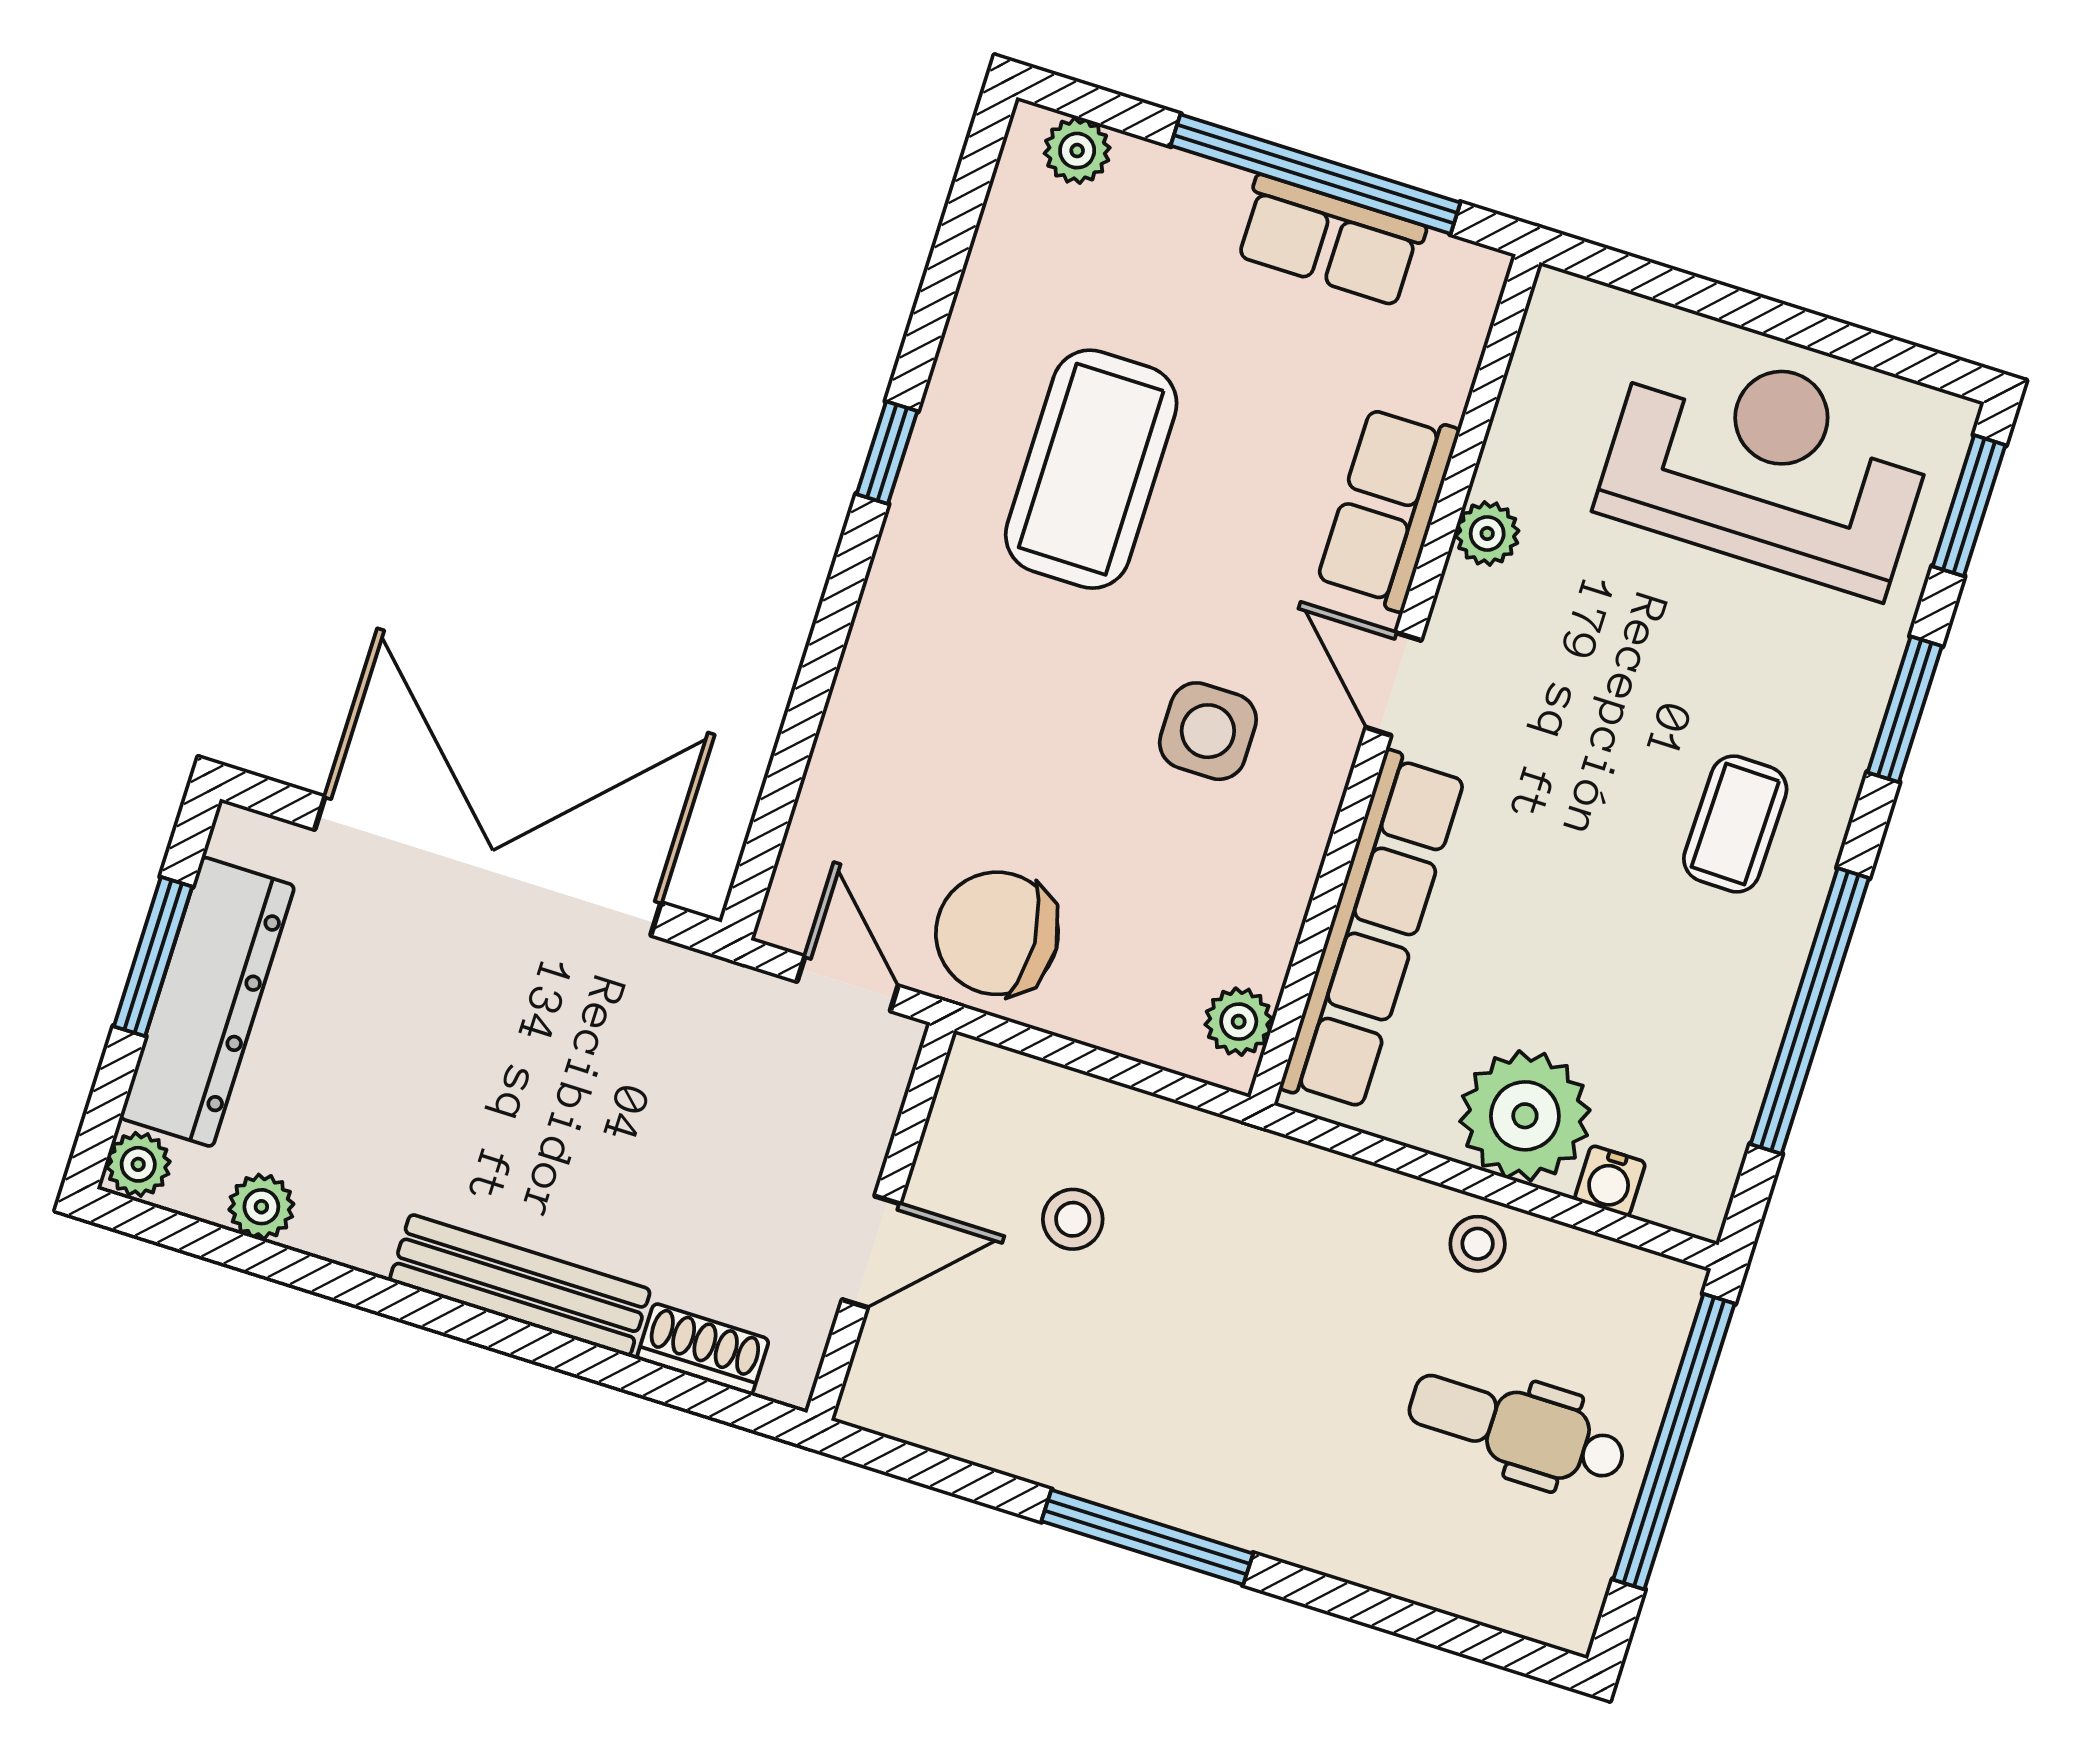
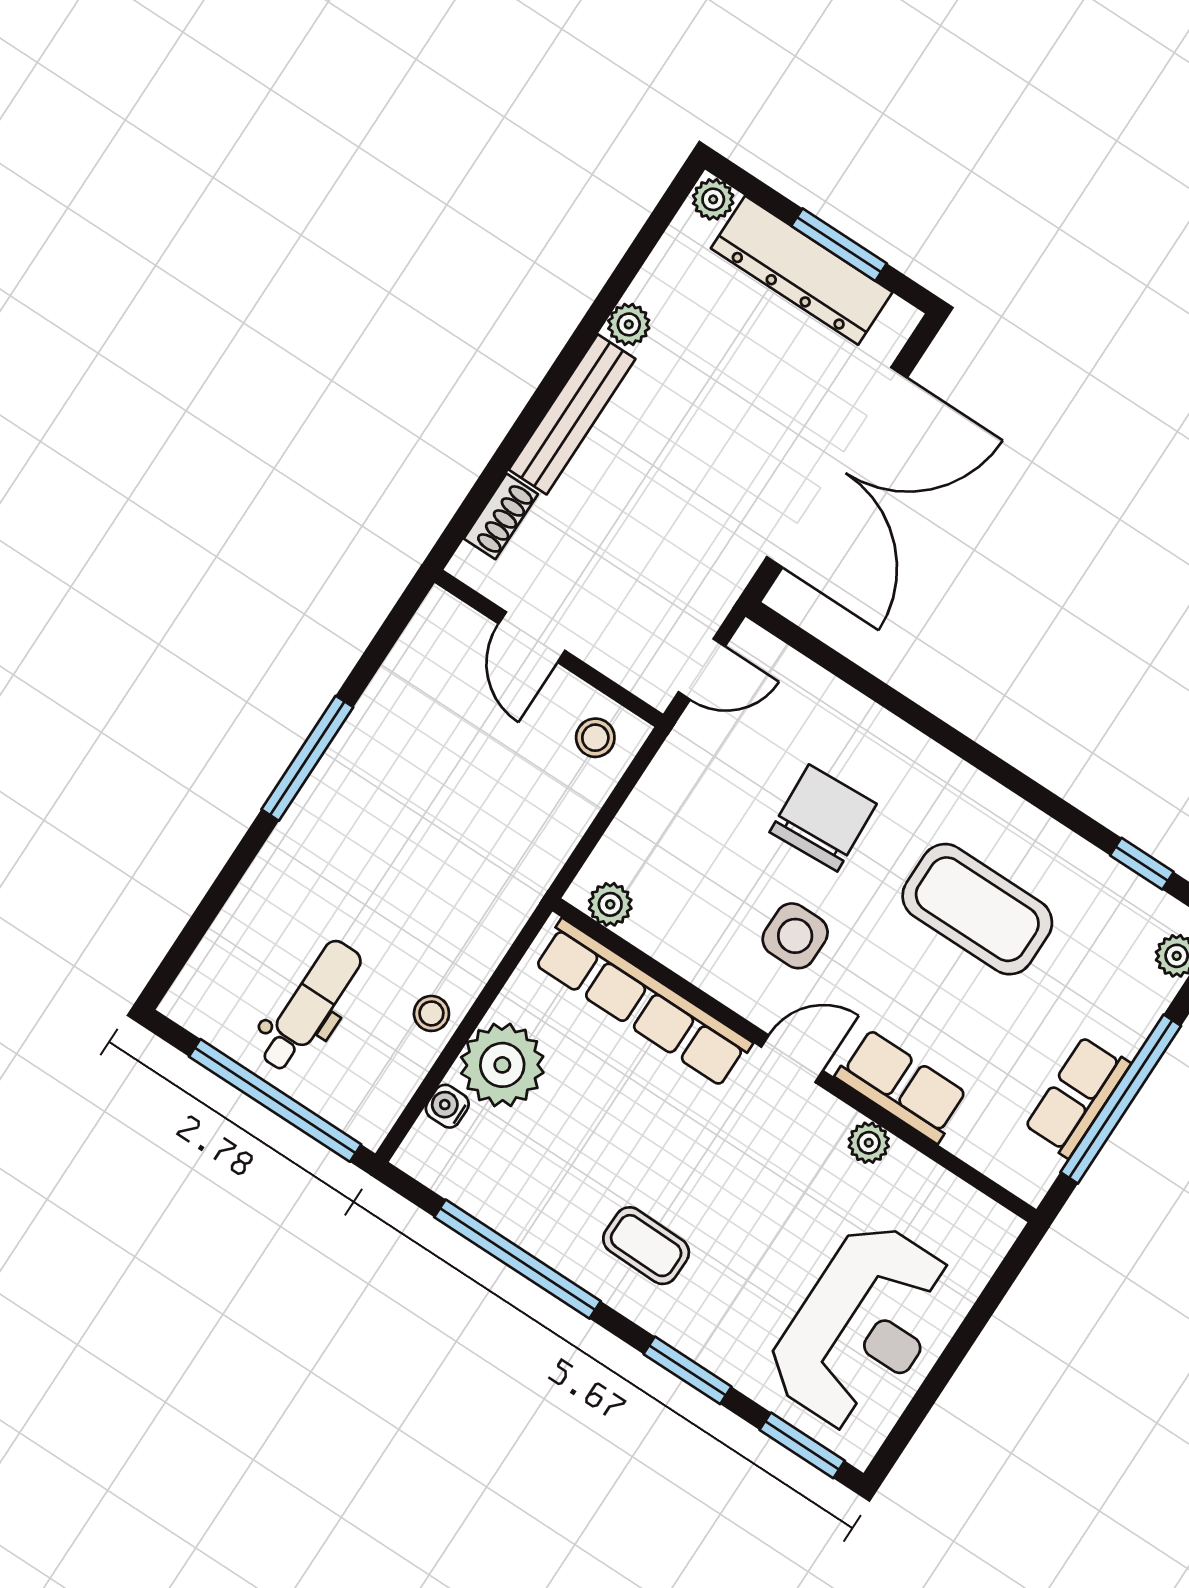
window: (887, 453) -> (1142, 864), moved
chair: (997, 933) -> (823, 818), moved
plant: (261, 1207) -> (629, 324), moved
stool: (1073, 1219) -> (595, 738), moved

